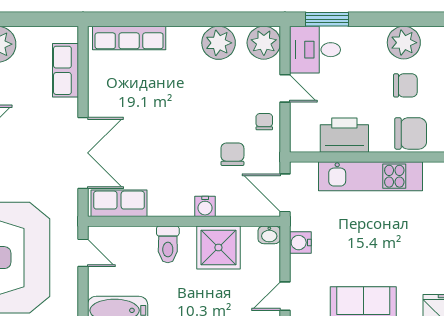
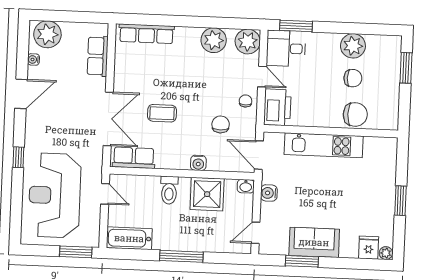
printer: (344, 135) -> (277, 107), moved, turned 90
coffee table: (154, 143) -> (162, 113), added

